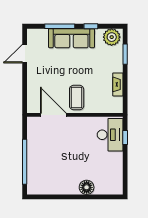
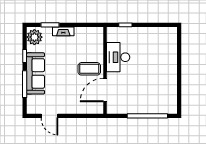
fireplace: (118, 84) -> (63, 31), moved
desk: (110, 135) -> (118, 57), moved, turned -90
floor lamp: (87, 187) -> (171, 60), removed

